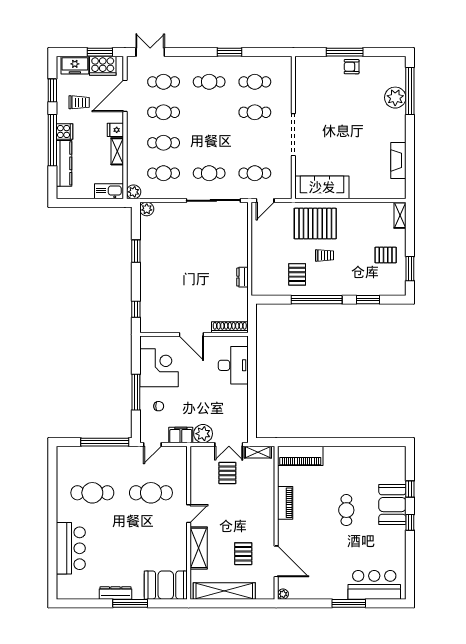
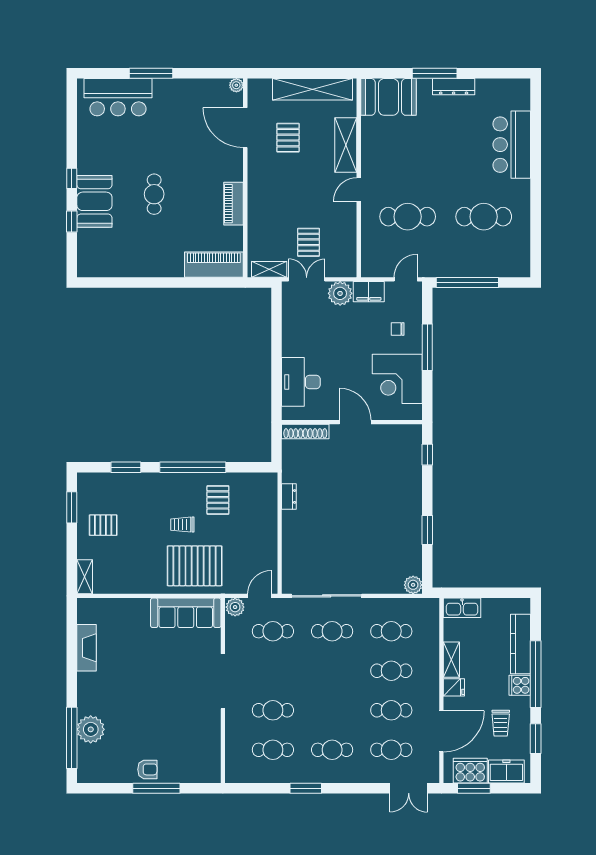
trolley: (79, 102) -> (501, 723), turned -90
plant: (134, 192) -> (235, 607), moved

